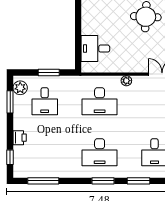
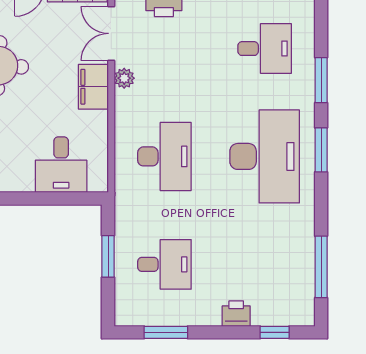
filing cabinet: (135, 65) -> (93, 87), added
plant: (126, 81) -> (124, 78), moved
plant: (20, 88) -> (138, 313), removed
desk: (100, 152) -> (265, 156), width x1.36, depth x1.30

